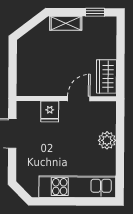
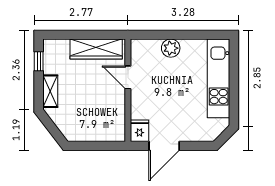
wardrobe: (106, 76) -> (96, 49), width x1.50
fridge: (50, 111) -> (140, 131), moved, turned -90

